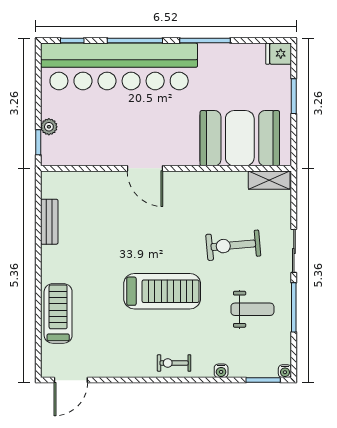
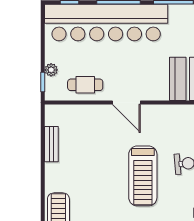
cafe table: (92, 146) -> (85, 85), added
treadmill: (162, 291) -> (143, 176), moved, turned 90

